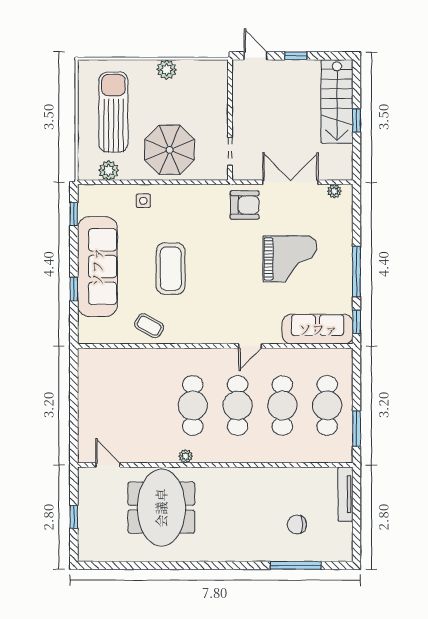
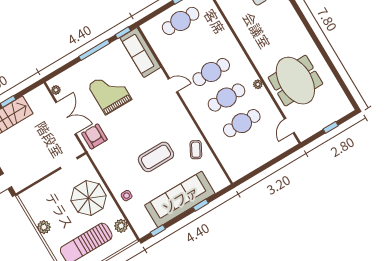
double door: (290, 182) -> (66, 118), swing flipped
cafe table: (282, 405) -> (242, 123), moved
meeting table: (161, 508) -> (295, 81), turned 90

